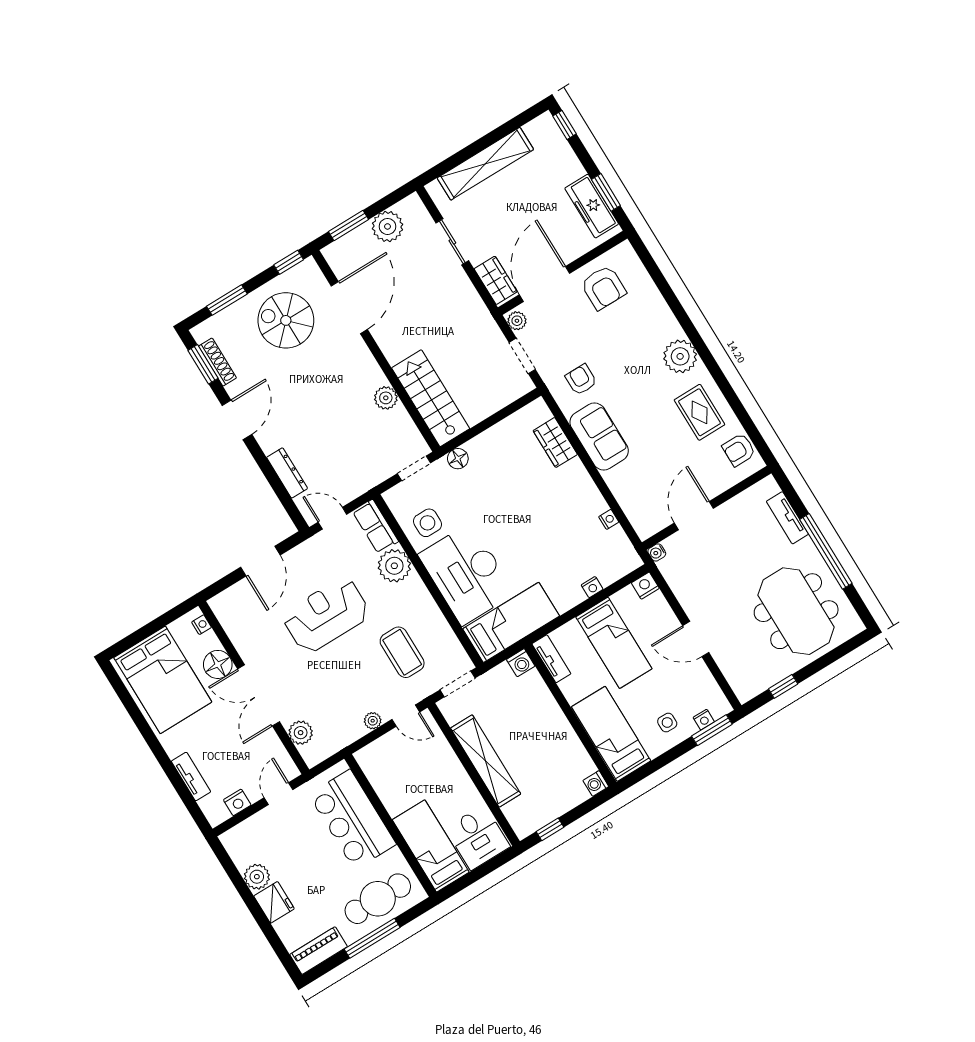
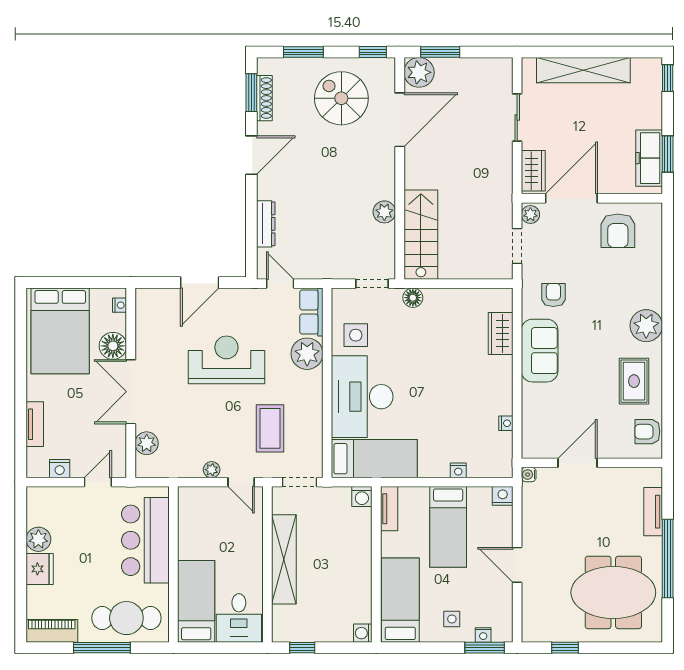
plant: (388, 226) -> (419, 72), moved
meeting table: (796, 611) -> (613, 592), turned 90

